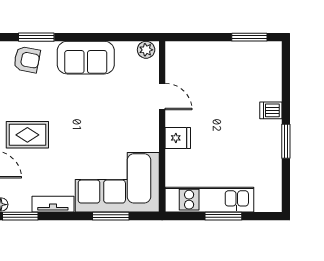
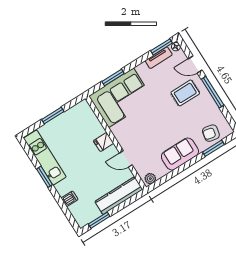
kitchen counter: (202, 54) -> (119, 196), added
dishwasher: (271, 110) -> (70, 199), moved
kitchen unit: (209, 200) -> (45, 158), moved, turned -90
tv unit: (53, 204) -> (159, 58), moved

